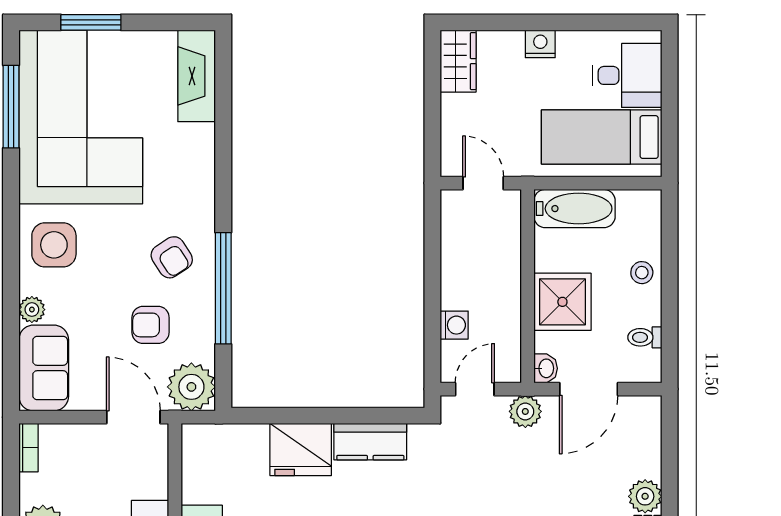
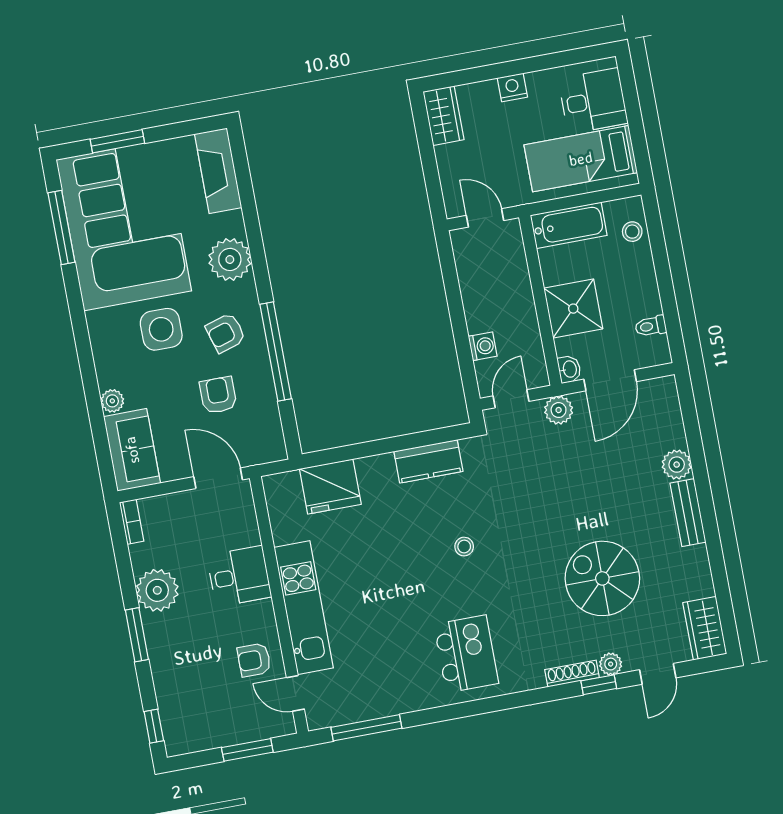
side table: (54, 245) -> (161, 329), moved
armchair: (172, 257) -> (226, 333), turned 106
stool: (642, 273) -> (632, 232), moved
armchair: (151, 325) -> (218, 395), turned 90
plant: (191, 387) -> (230, 259), moved
fridge: (301, 449) -> (330, 487), moved

